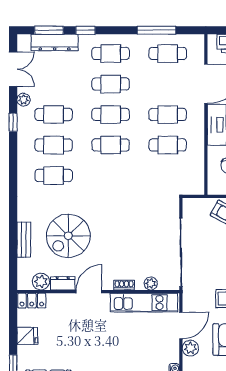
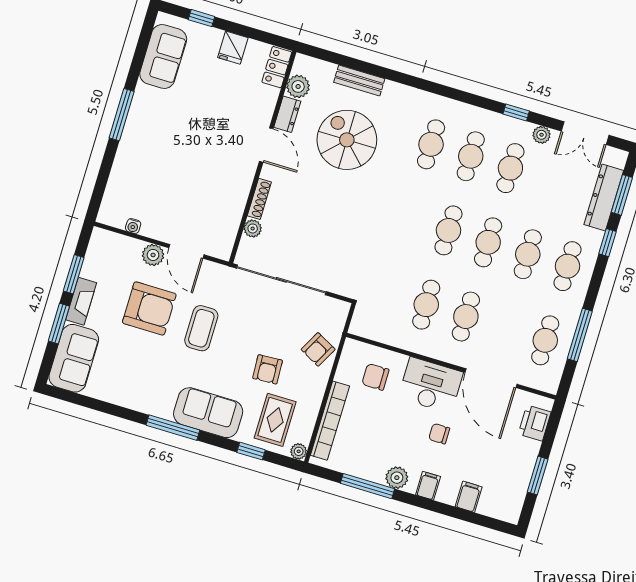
shoe rack: (124, 285) -> (259, 199), width x1.43
kitchen unit: (144, 303) -> (230, 212), removed

